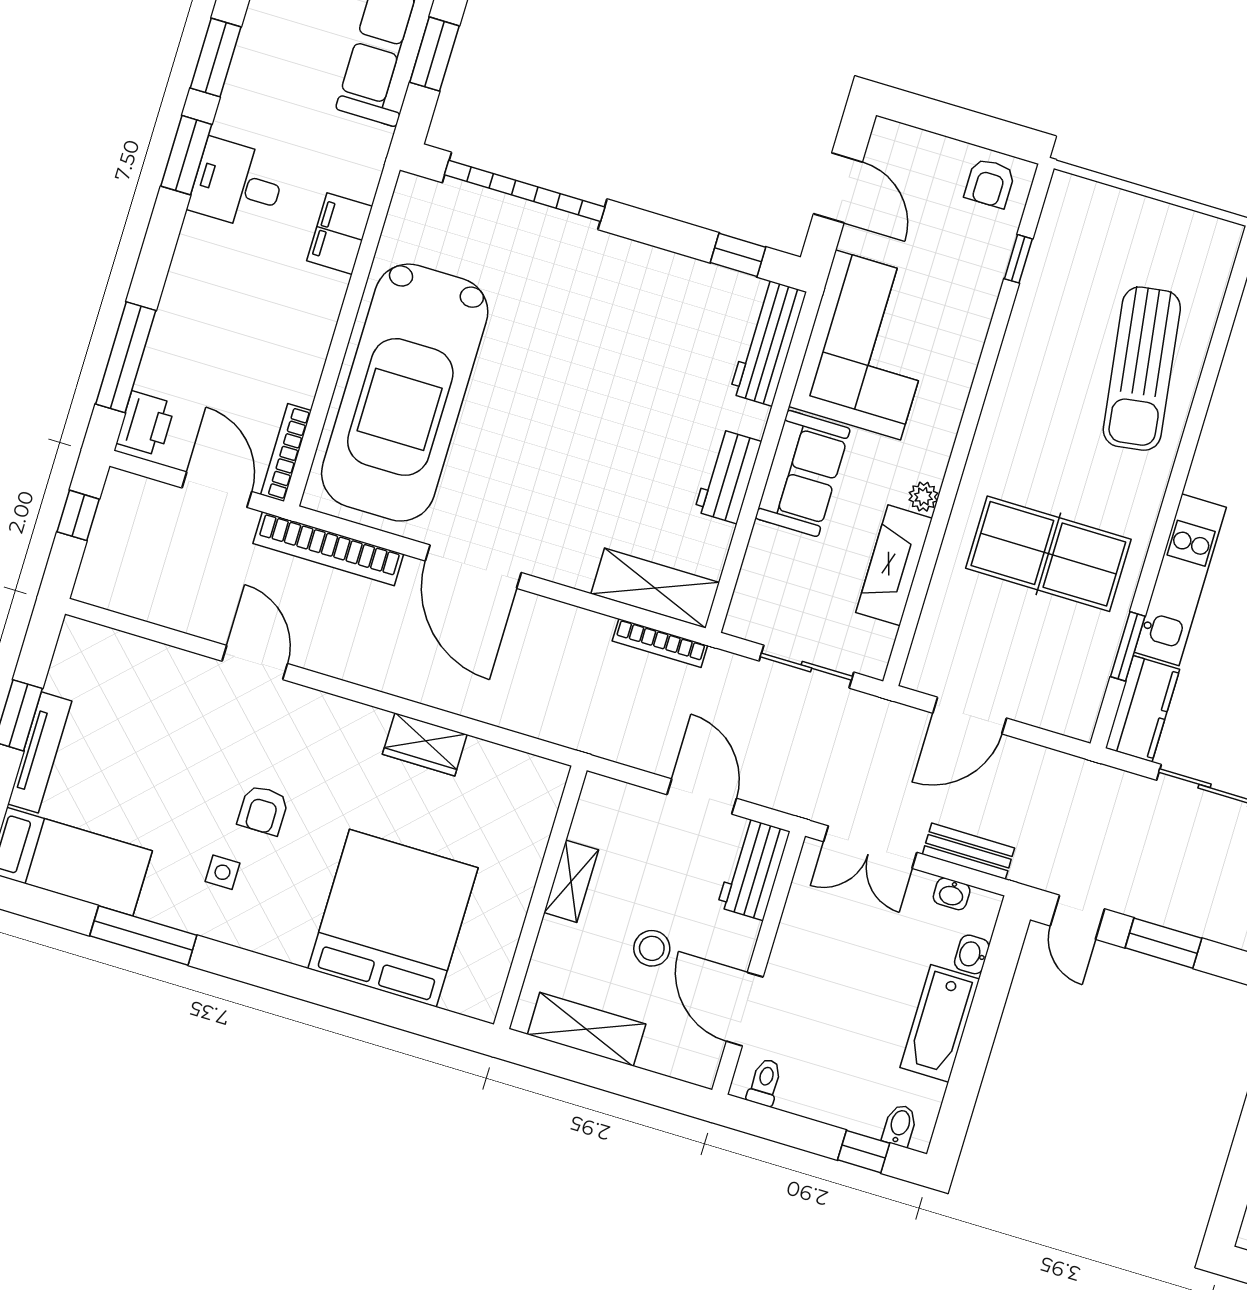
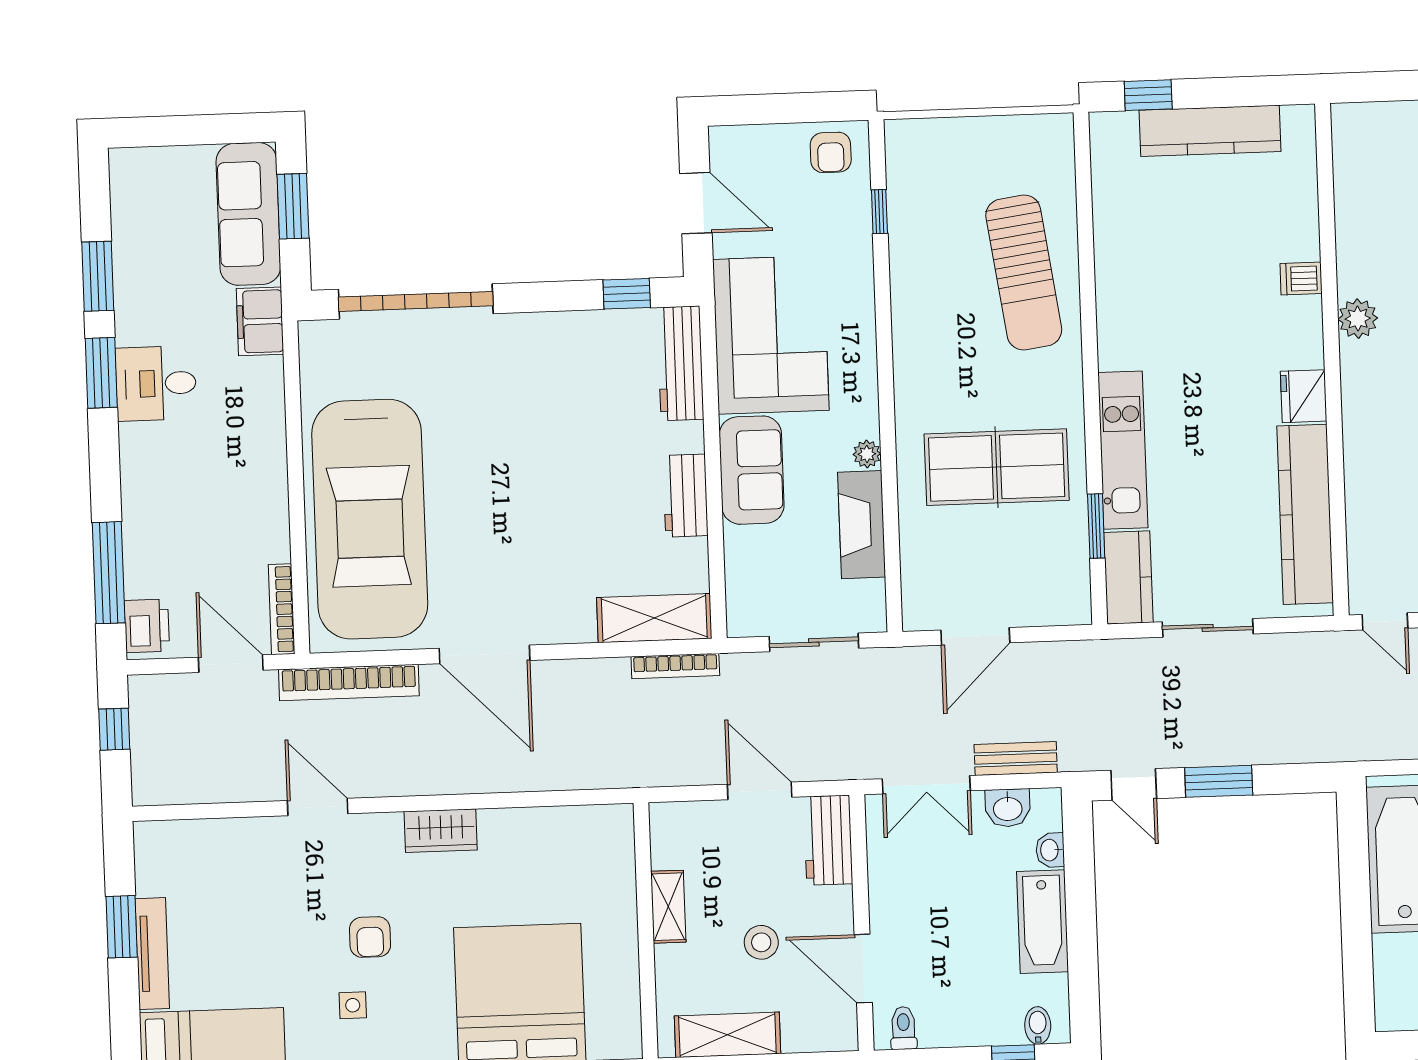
filing cabinet: (340, 234) -> (260, 321), moved
wardrobe: (425, 744) -> (441, 831), moved
washbasin: (952, 894) -> (1008, 808), width x1.38, depth x1.45

